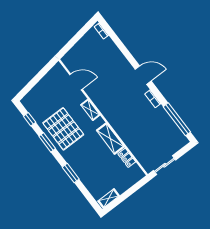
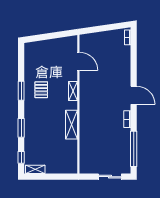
window: (30, 119) -> (21, 157), moved
pallet: (63, 129) -> (41, 90), width x0.49, depth x0.50
locker: (127, 158) -> (73, 149), removed
sliding door: (165, 165) -> (110, 177), moved

